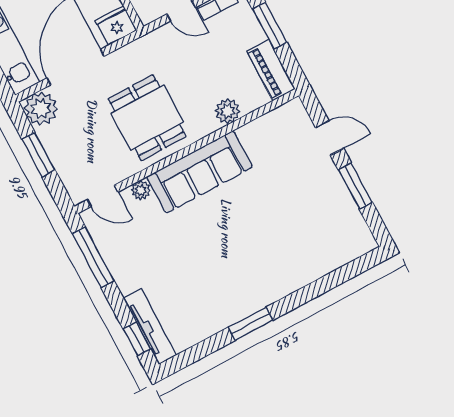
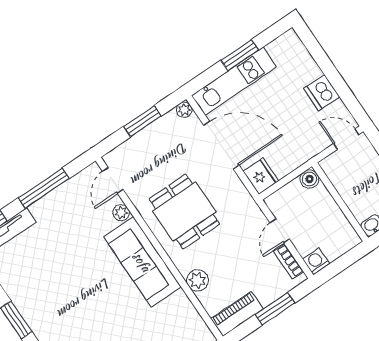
plant: (41, 109) -> (184, 110), width x0.53, depth x0.53
dining table: (147, 118) -> (184, 212), turned 90
window: (93, 257) -> (44, 188), moved

